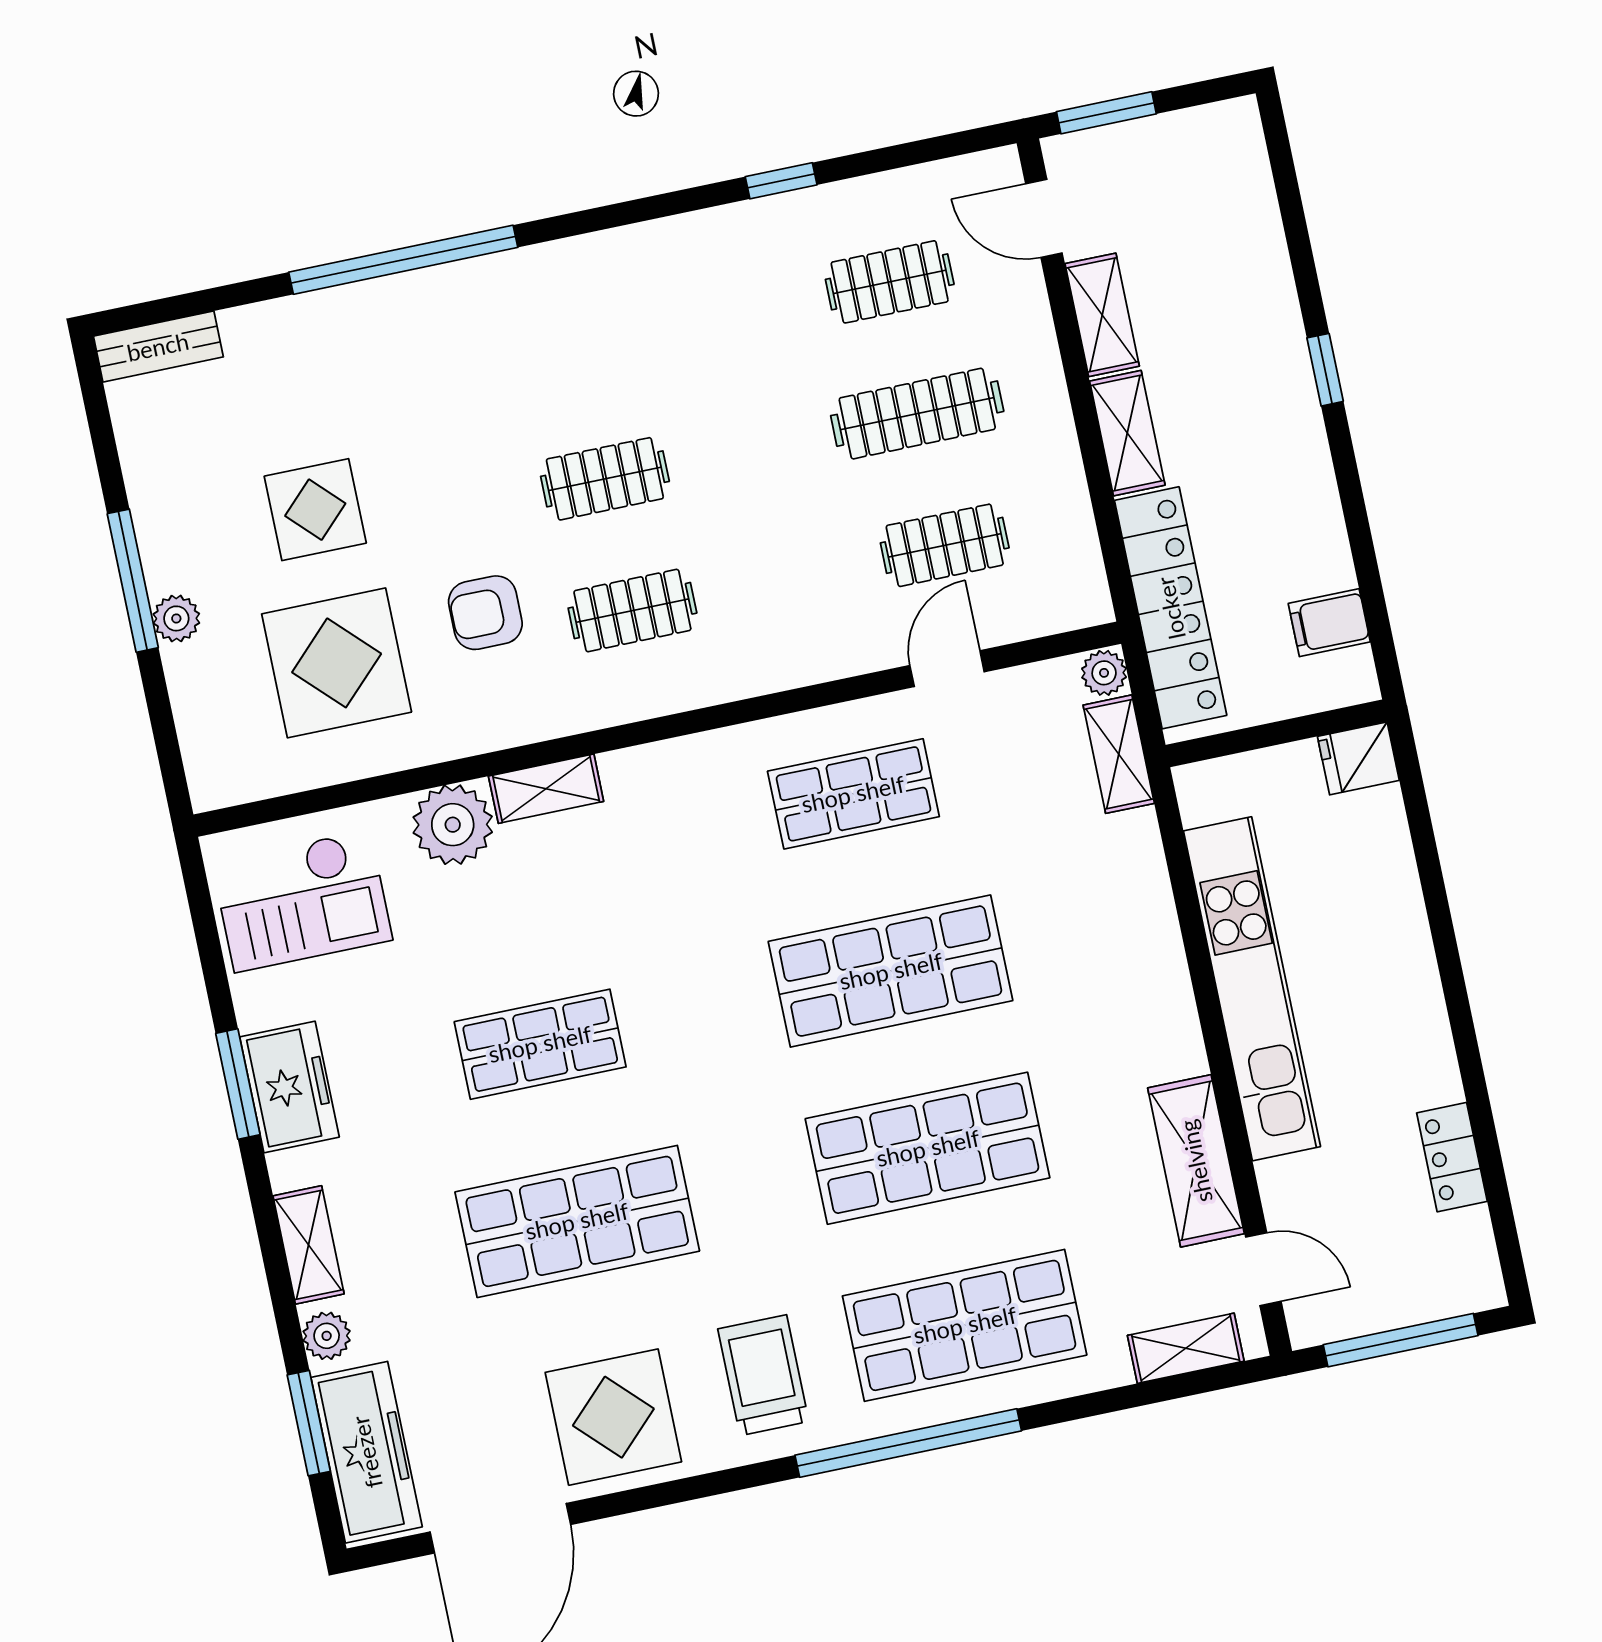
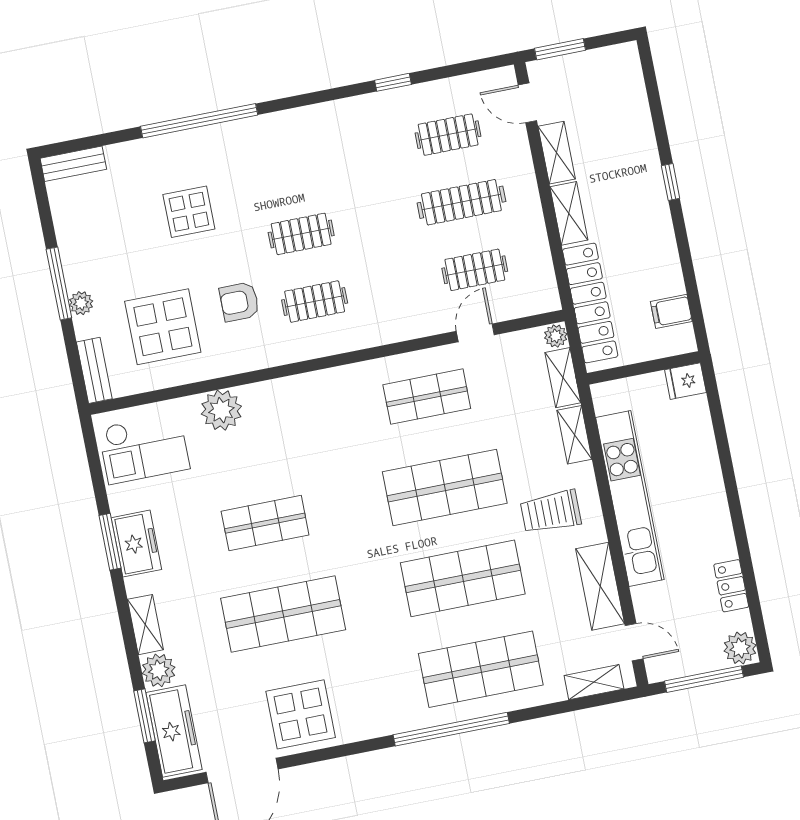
display table: (315, 510) -> (189, 212), moved
bench: (204, 749) -> (94, 370), added
shelving: (546, 789) -> (574, 435), moved, turned 90
plant: (1470, 1279) -> (740, 648), added
plant: (327, 1336) -> (159, 670), width x1.38, depth x1.38
trolley: (763, 1375) -> (551, 512), moved, turned -90

